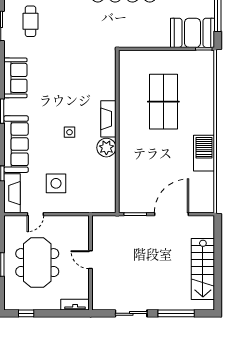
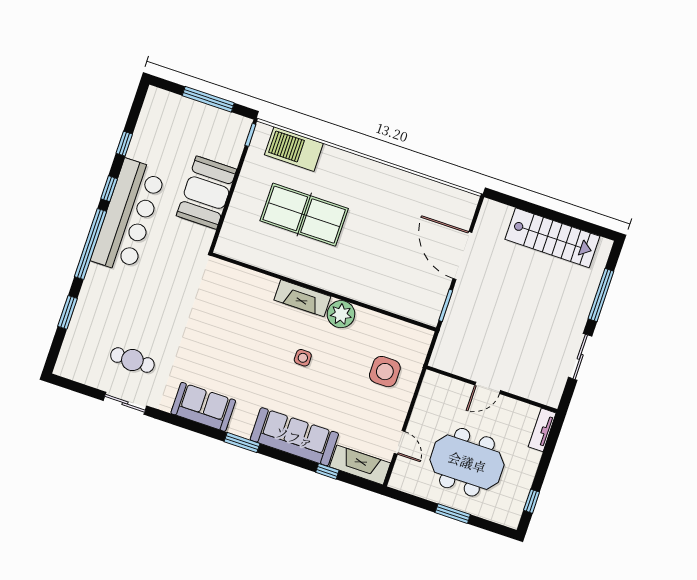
booth: (192, 33) -> (206, 193), moved
barbecue: (204, 153) -> (294, 149), moved
side table: (56, 183) -> (385, 372), moved

